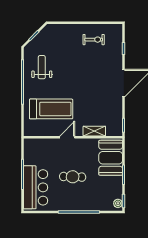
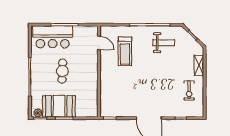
treadmill: (51, 109) -> (125, 51), width x0.73, depth x0.73
shelving: (94, 131) -> (199, 65), moved
door: (67, 137) -> (99, 43), moved
booth: (111, 158) -> (59, 106), moved

